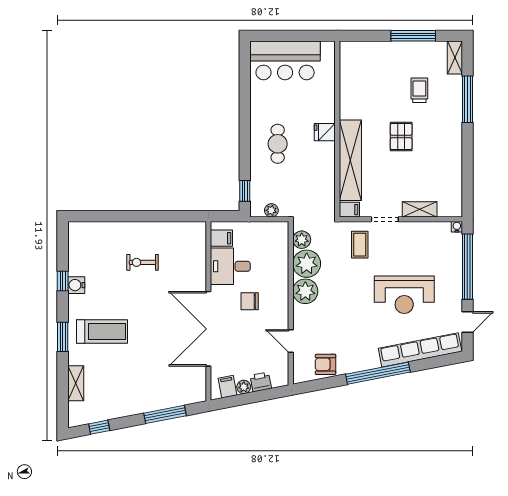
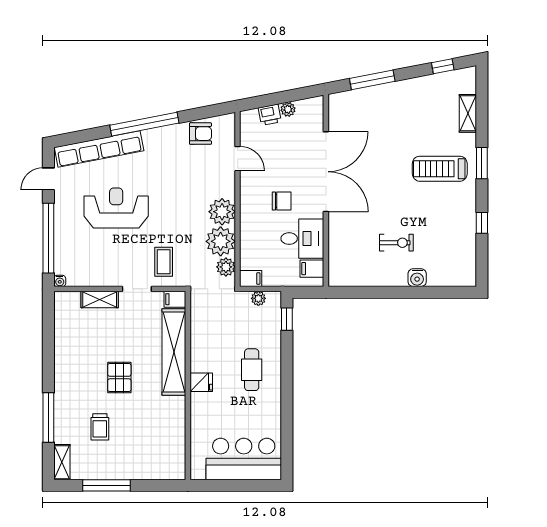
water cooler: (76, 285) -> (417, 278), moved, turned 90
filing cabinet: (227, 387) -> (251, 279), moved, turned -79

